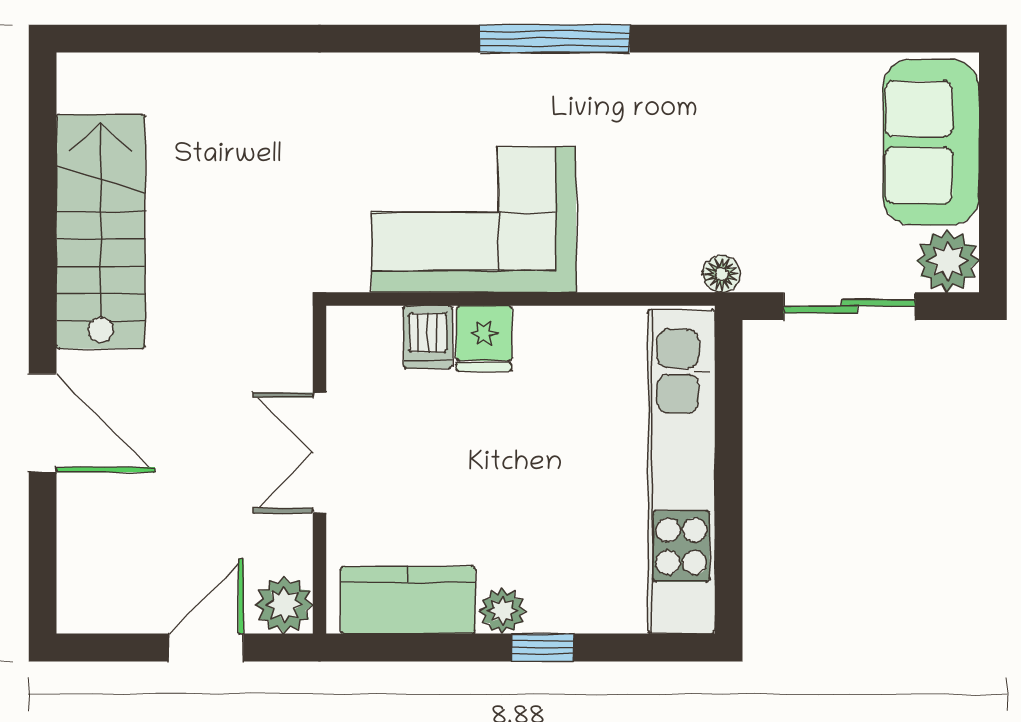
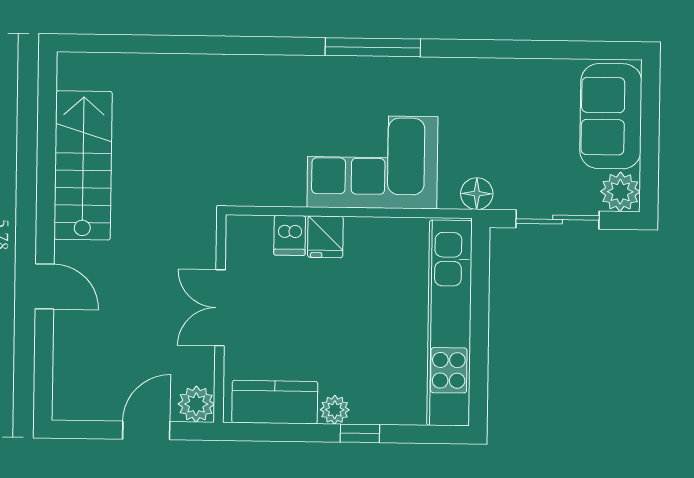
corner sofa: (474, 220) -> (372, 162), moved
floor lamp: (722, 274) -> (477, 194), width x1.37, depth x1.37
door: (43, 423) -> (45, 286), width x0.73

